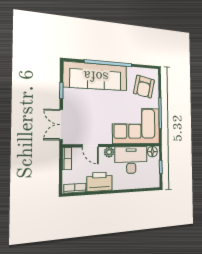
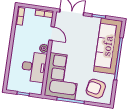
door: (90, 146) -> (52, 33), swing flipped
floor lamp: (152, 152) -> (38, 88), removed
printer: (100, 182) -> (21, 37), removed

